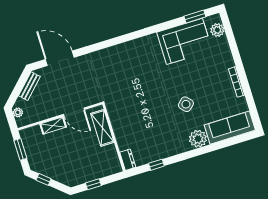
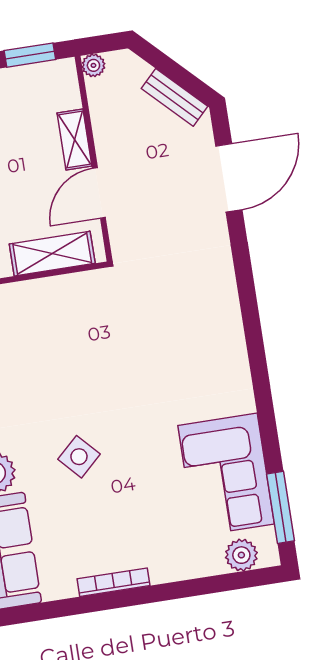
window: (195, 17) -> (280, 507), width x1.44
plant: (18, 112) -> (93, 65), moved

